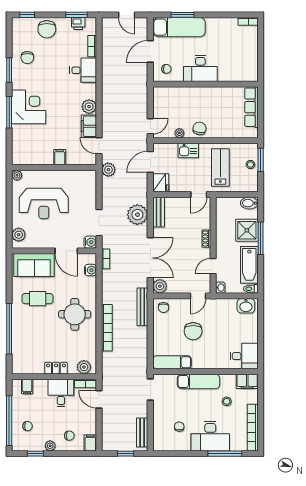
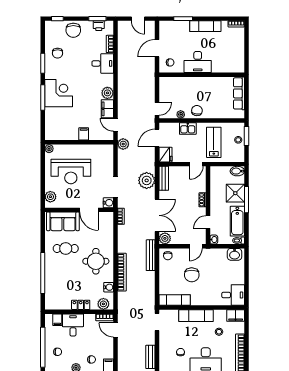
exam couch: (179, 27) -> (205, 26), moved, width x0.73, depth x0.69
water cooler: (90, 270) -> (109, 287), moved
desk: (61, 393) -> (73, 325), moved

